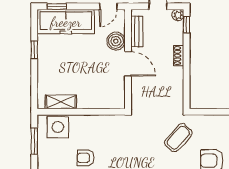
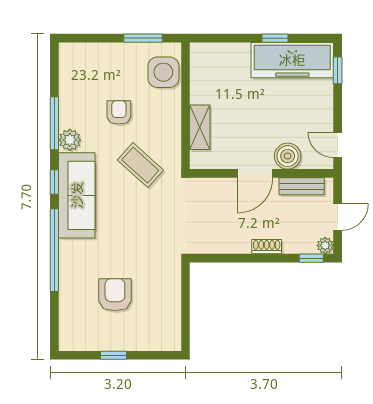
freezer: (66, 22) -> (292, 60), moved, turned -90
shelving: (61, 102) -> (200, 127), moved
coffee table: (178, 138) -> (140, 165), moved

